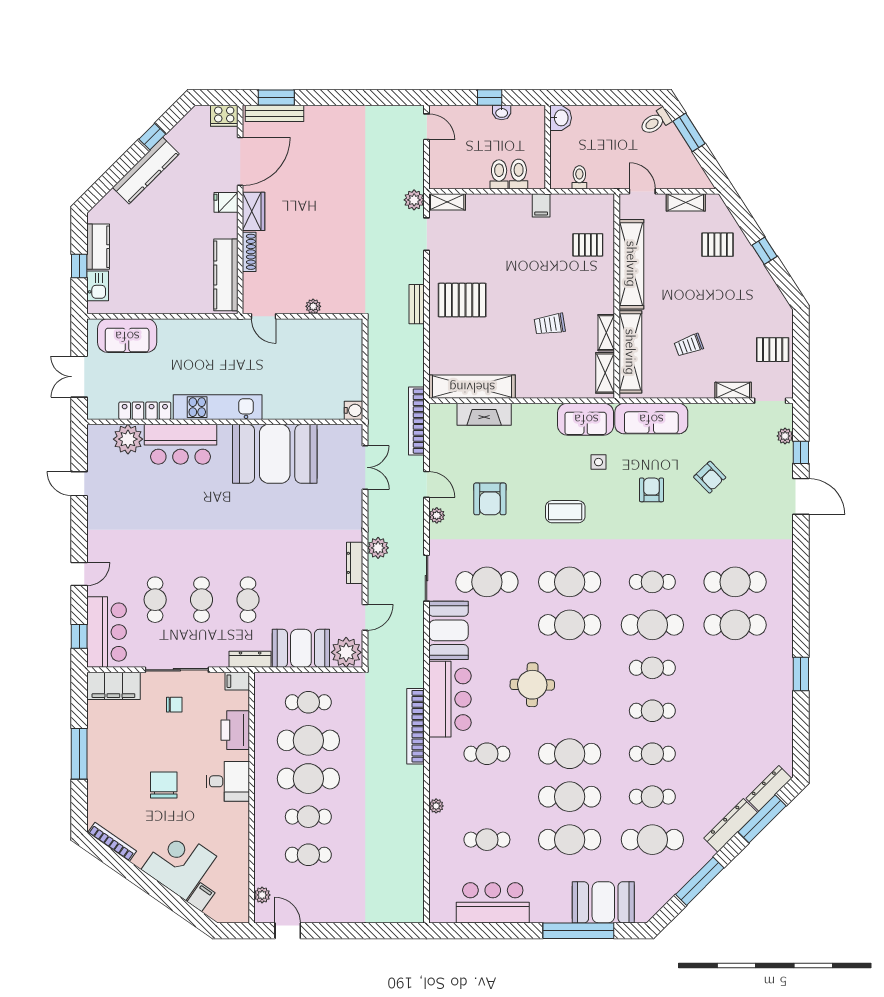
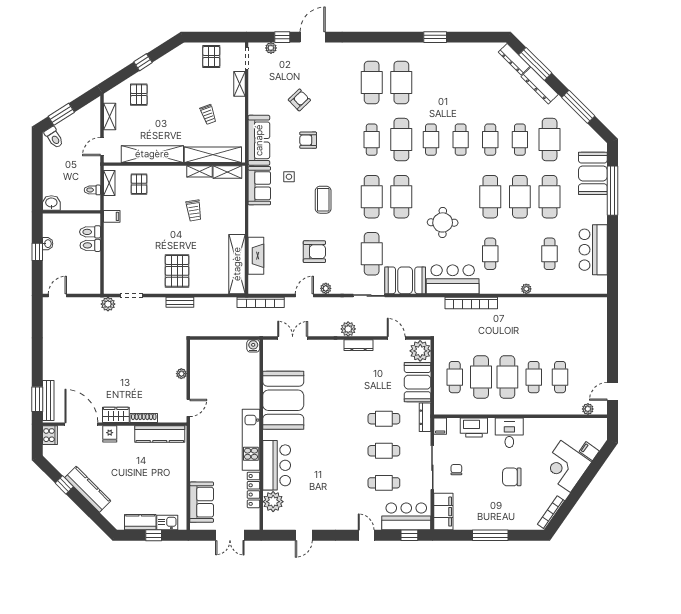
shelving: (447, 202) -> (109, 183), moved

